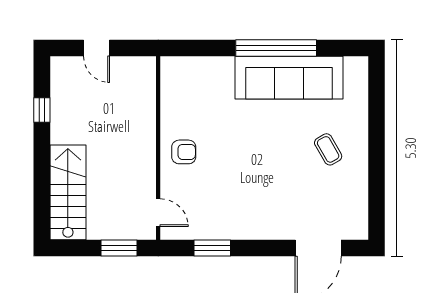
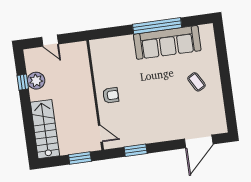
plant: (64, 111) -> (36, 81), added

